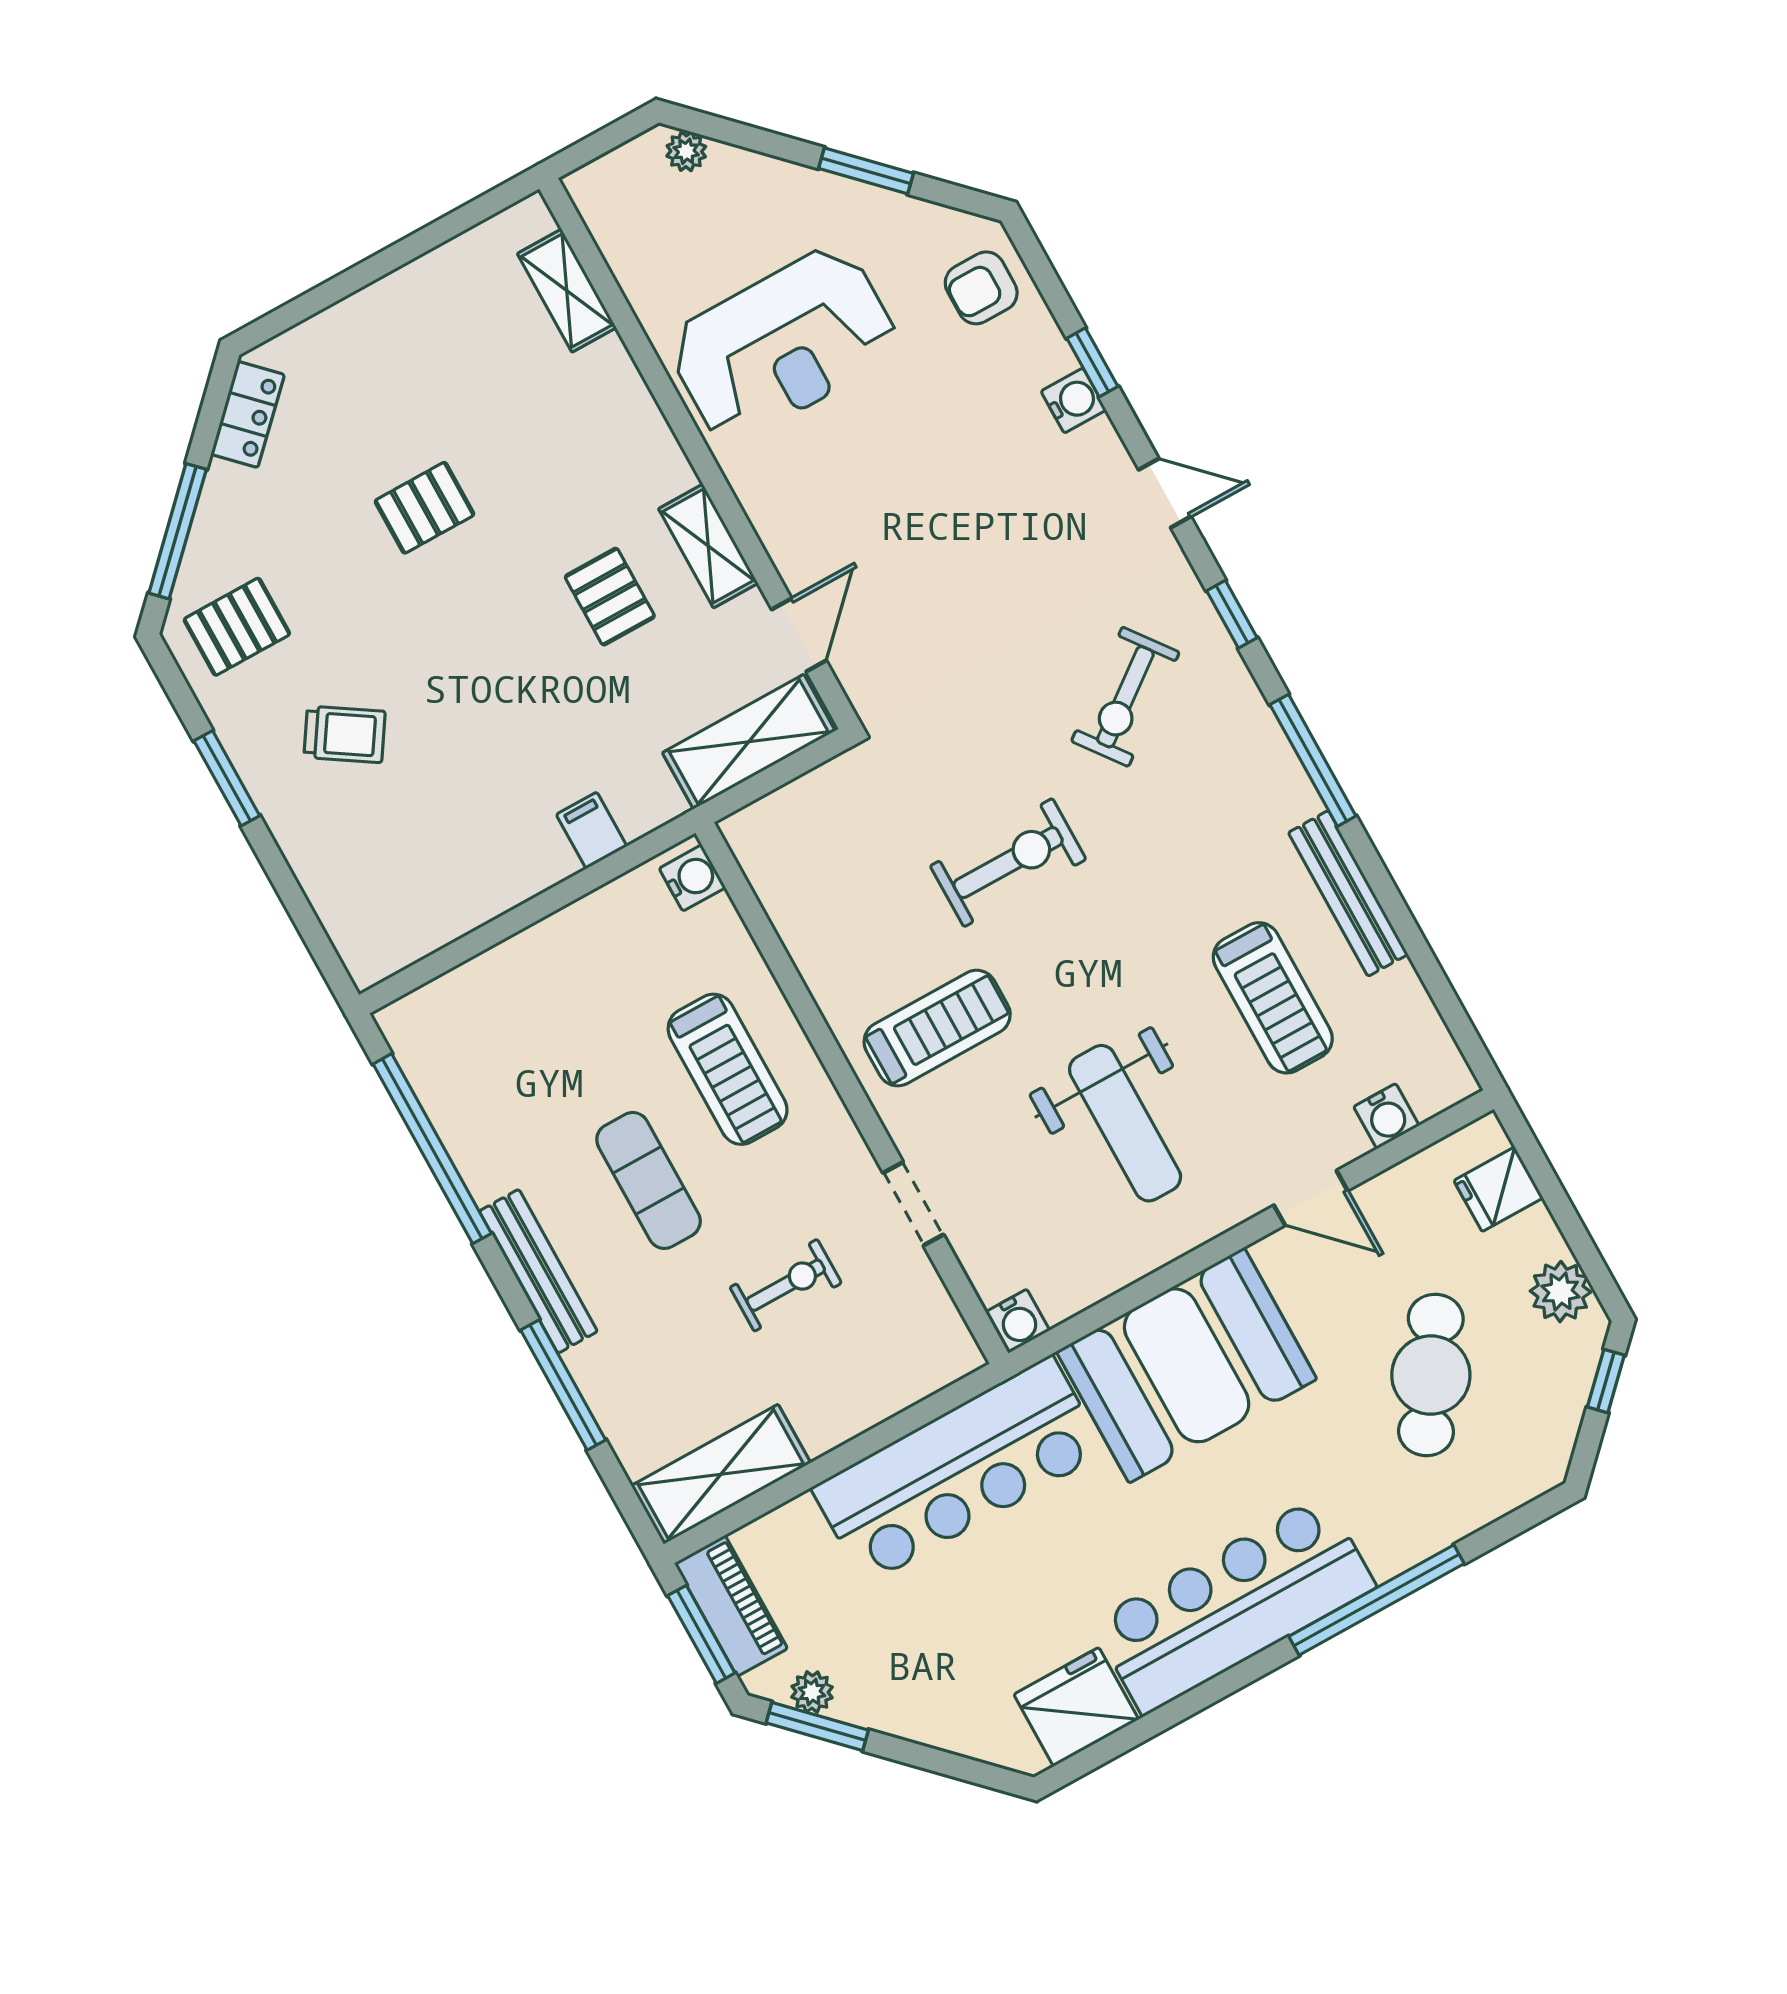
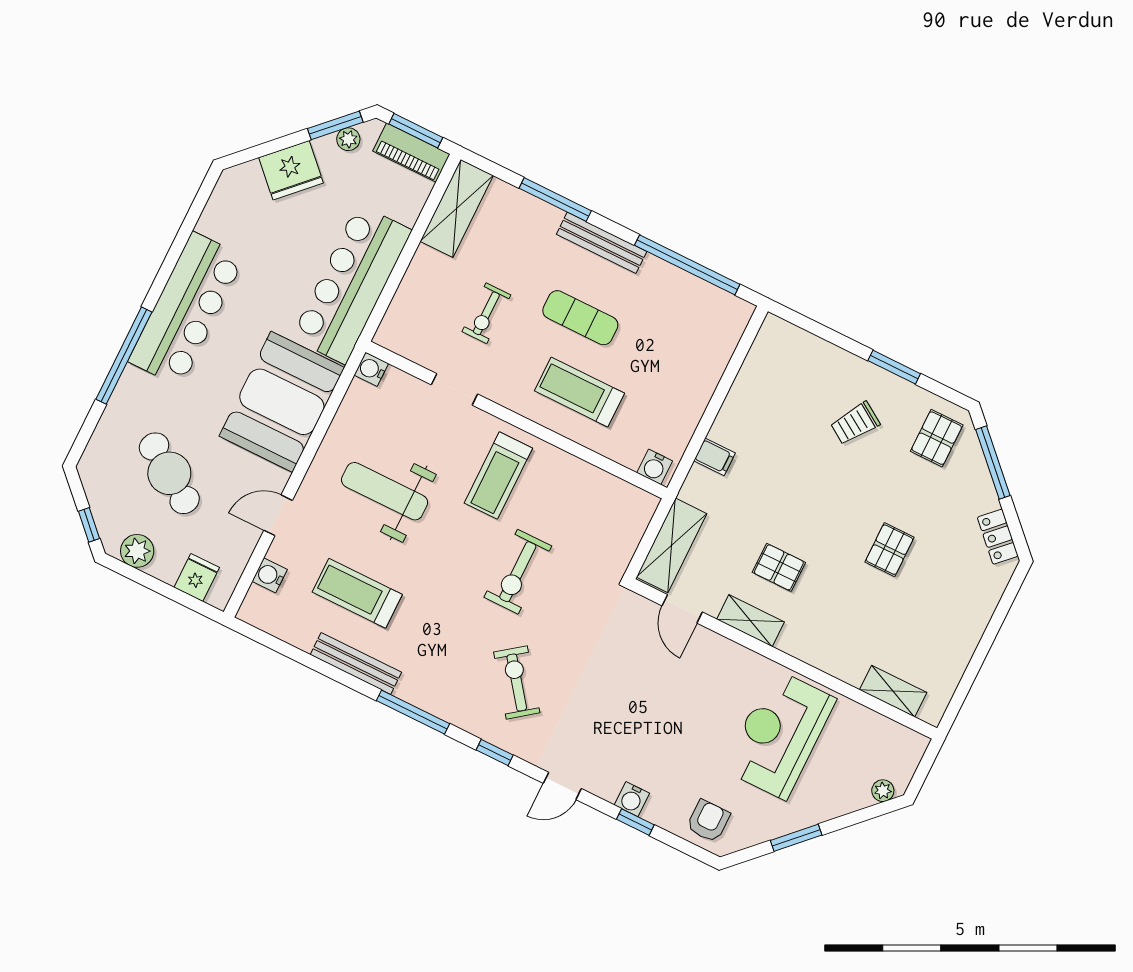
fridge: (1076, 1707) -> (291, 170), moved, turned 45

